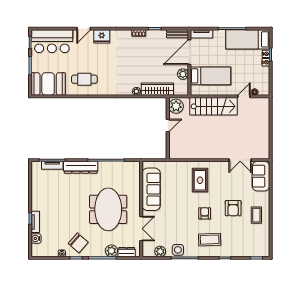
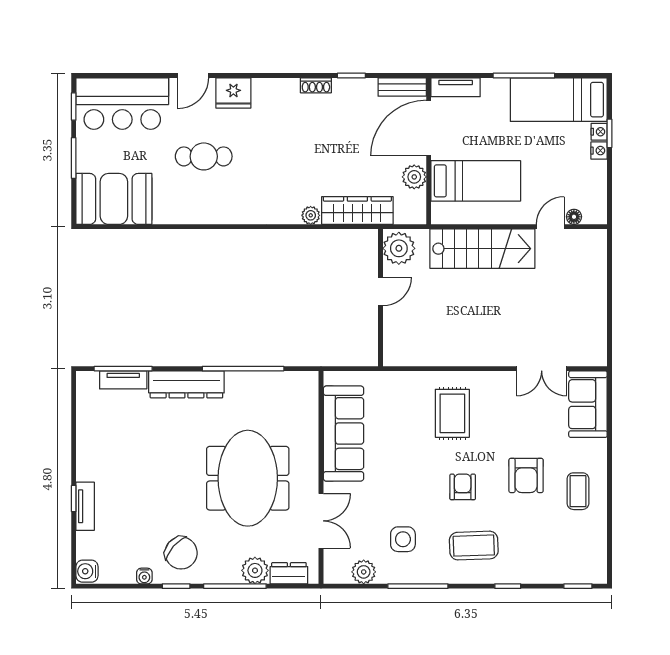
cafe table: (84, 79) -> (204, 156), moved
water cooler: (36, 239) -> (87, 571), moved
side table: (178, 250) -> (403, 539), moved

